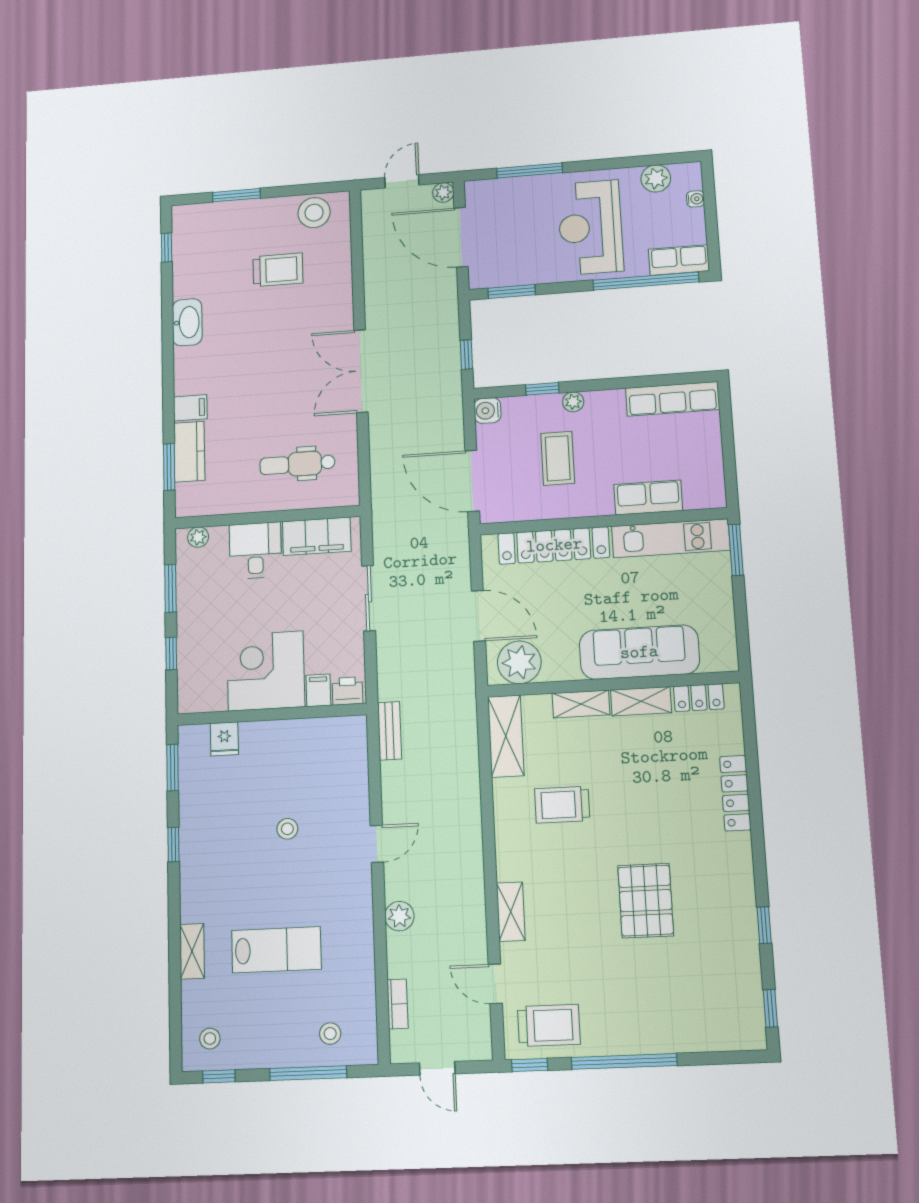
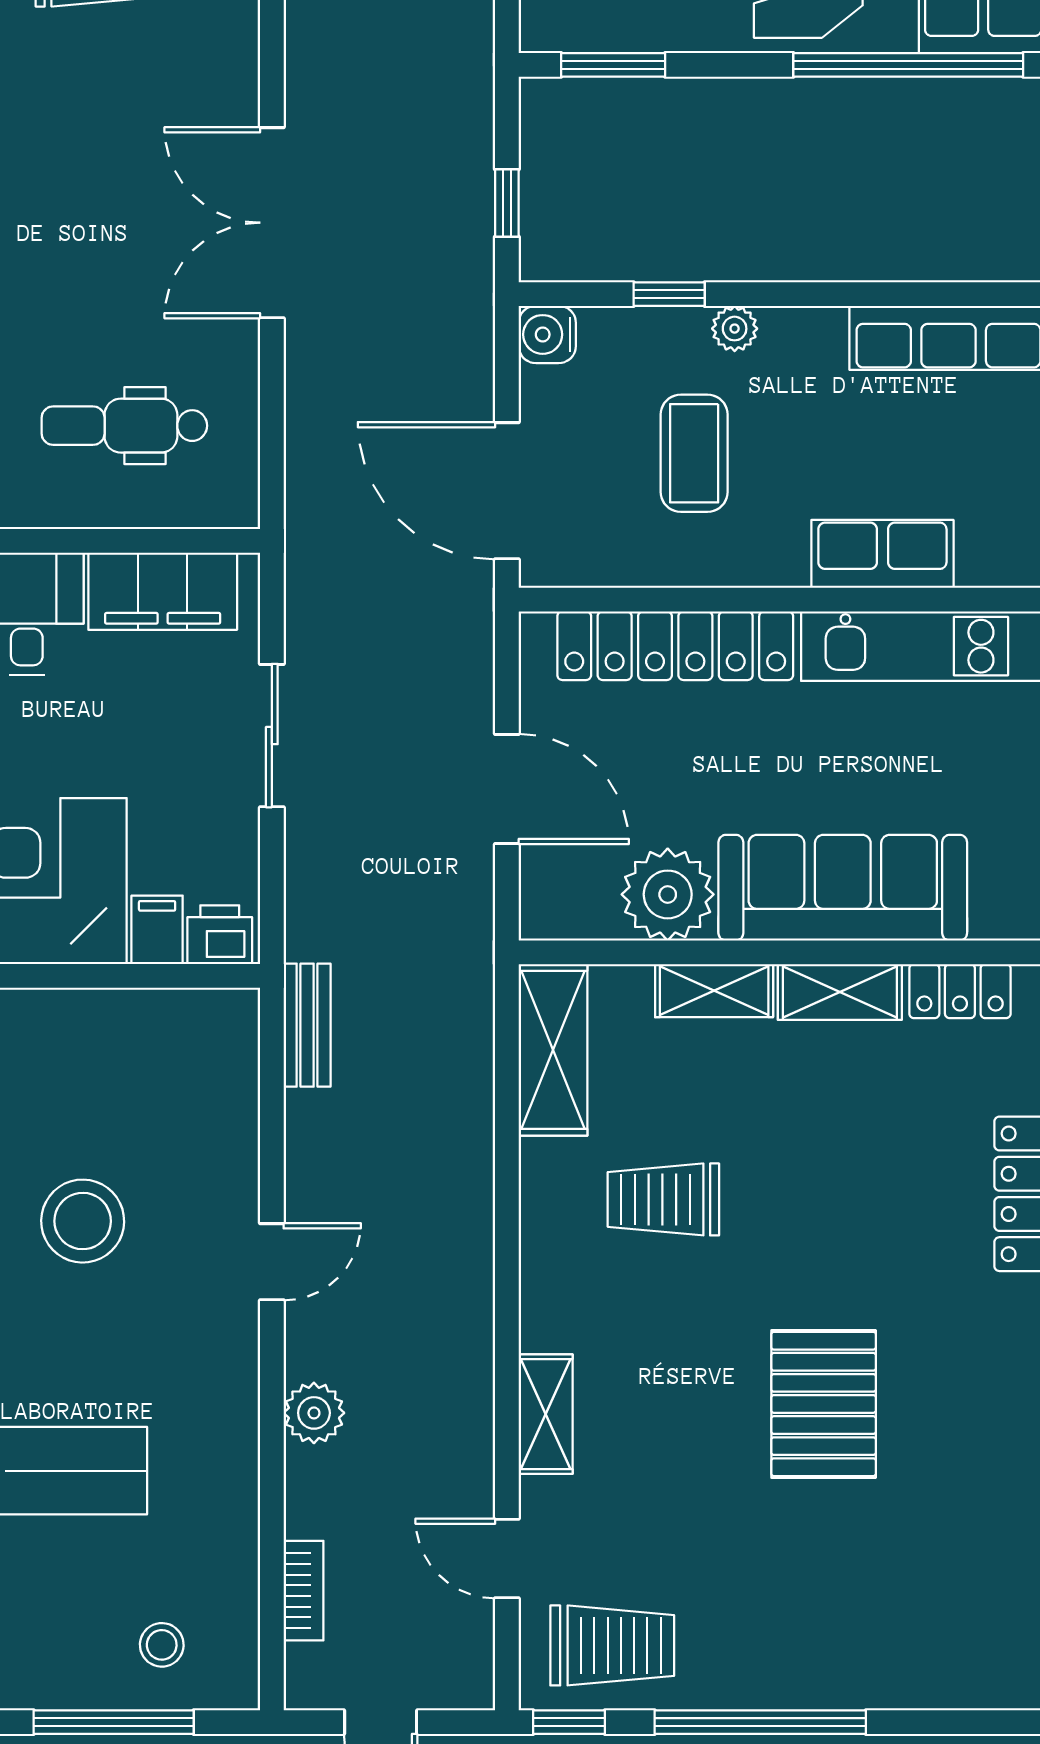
plant: (519, 662) -> (668, 894), moved
stool: (287, 829) -> (83, 1221), width x1.89, depth x1.89

